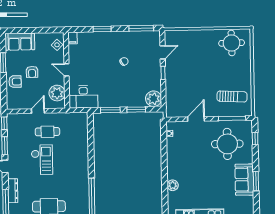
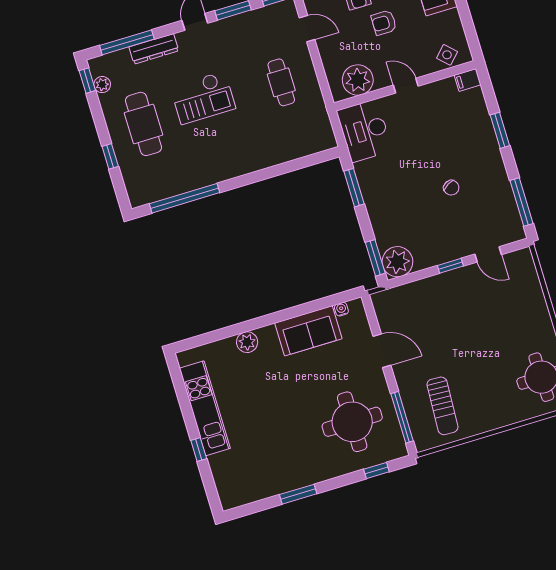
door: (67, 70) -> (406, 86), hinge flipped
window: (136, 110) -> (375, 258), moved
door: (38, 111) -> (307, 29), moved
checkout: (42, 160) -> (203, 98), moved
sofa: (244, 180) -> (308, 331), moved, turned 180

